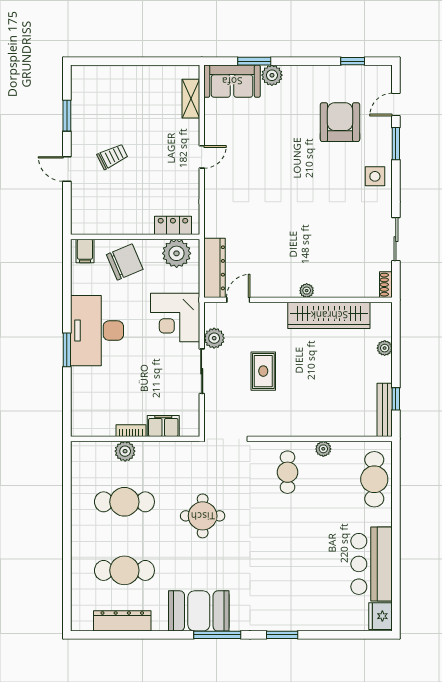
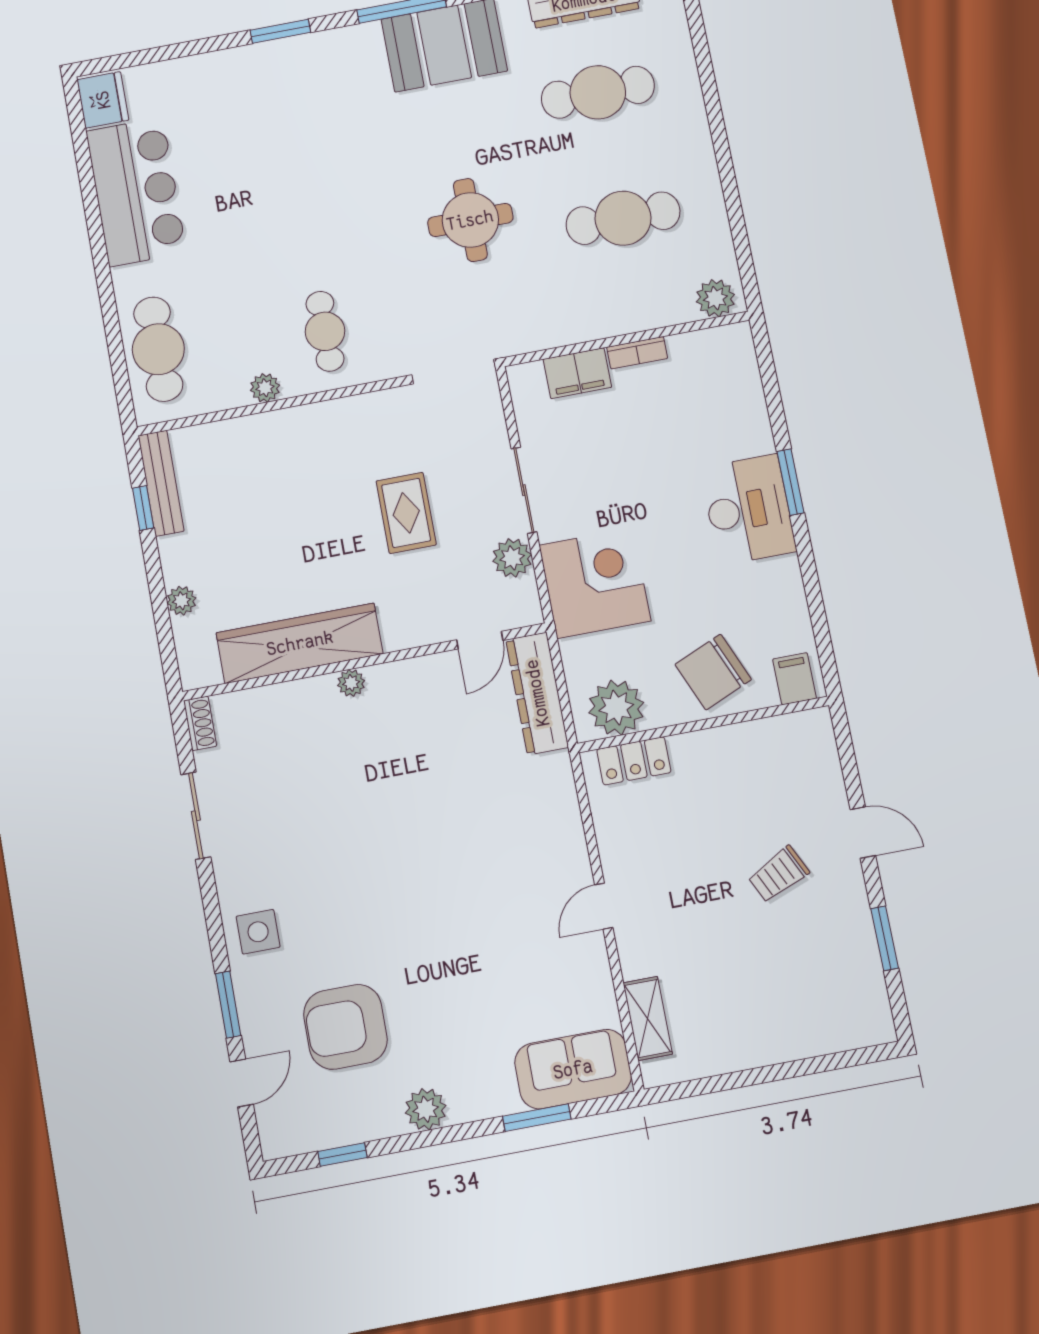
plant: (272, 75) -> (426, 1109), moved
armchair: (340, 122) -> (345, 1027), turned 90
desk: (97, 331) -> (748, 510), width x0.73, depth x0.77
plant: (125, 451) -> (715, 298), moved

